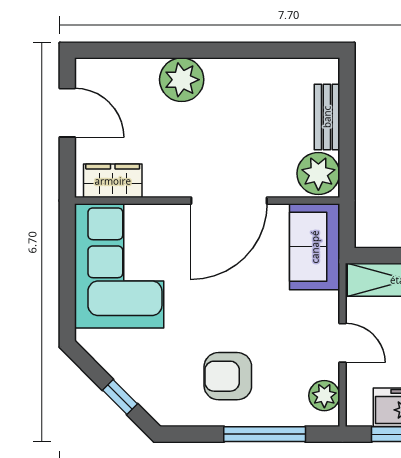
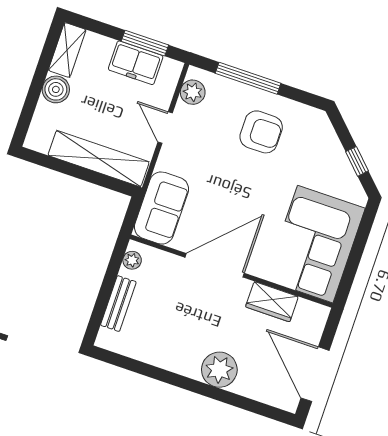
door: (67, 113) -> (315, 374), width x1.36
plant: (318, 173) -> (132, 260), width x0.53, depth x0.53
wardrobe: (113, 181) -> (272, 302), moved
window: (120, 397) -> (357, 161), moved

